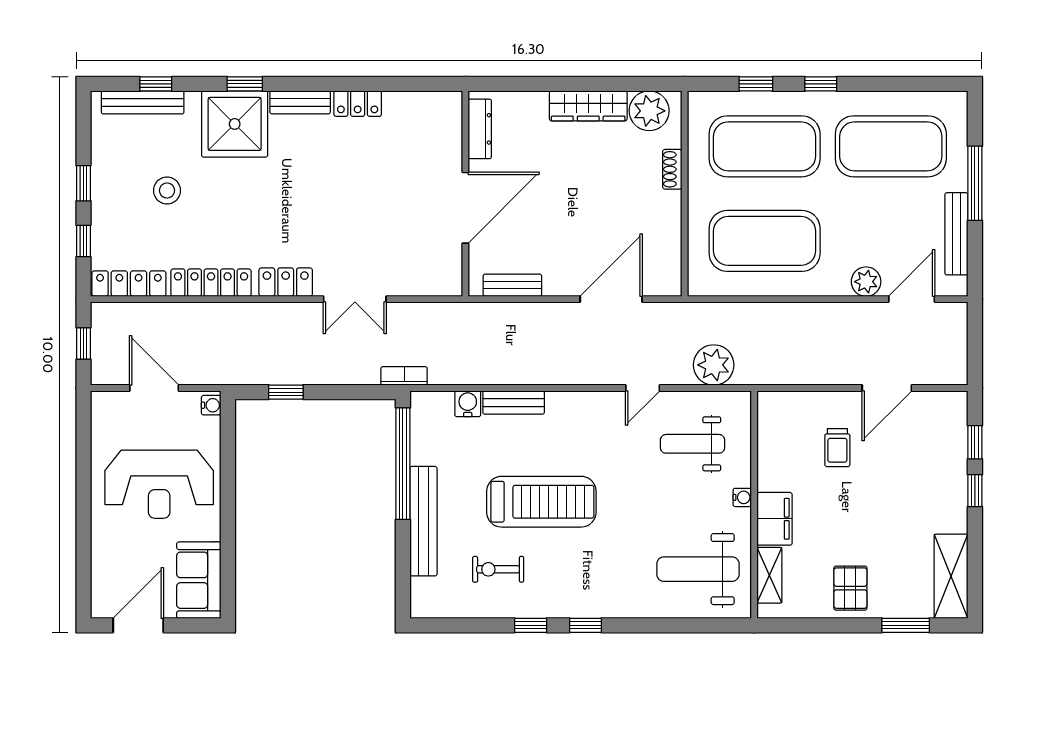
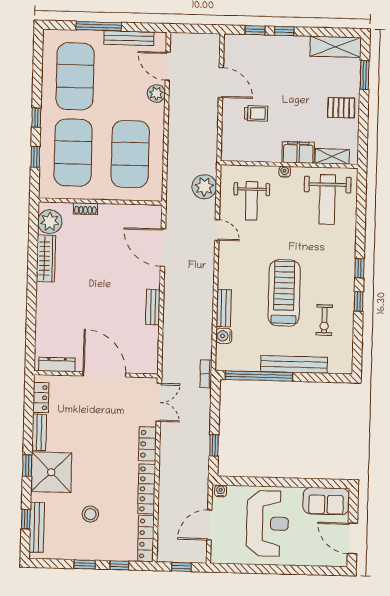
dresser: (480, 129) -> (57, 365), moved
wall: (465, 194) -> (96, 374), moved
door: (465, 208) -> (104, 374), moved

